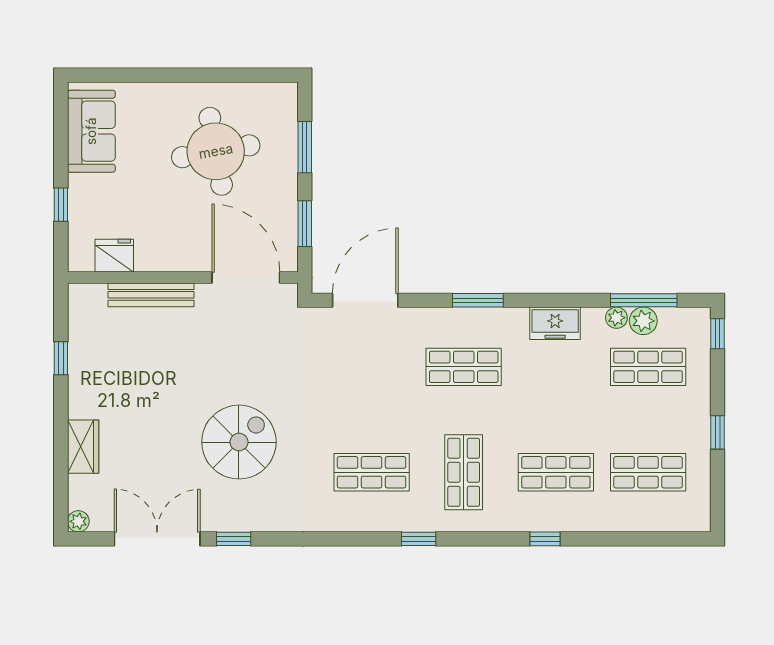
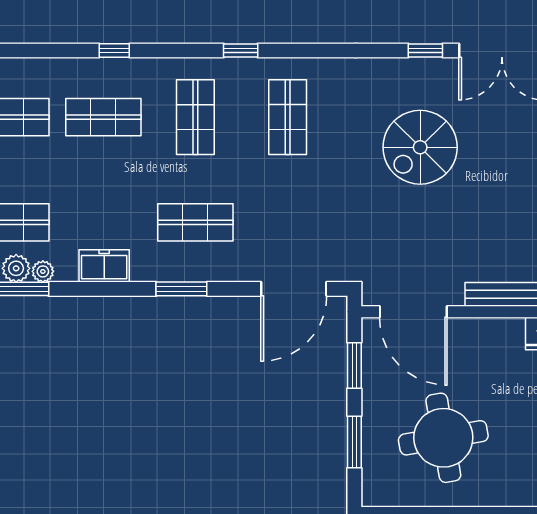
shop shelf: (372, 472) -> (288, 117), turned 90

